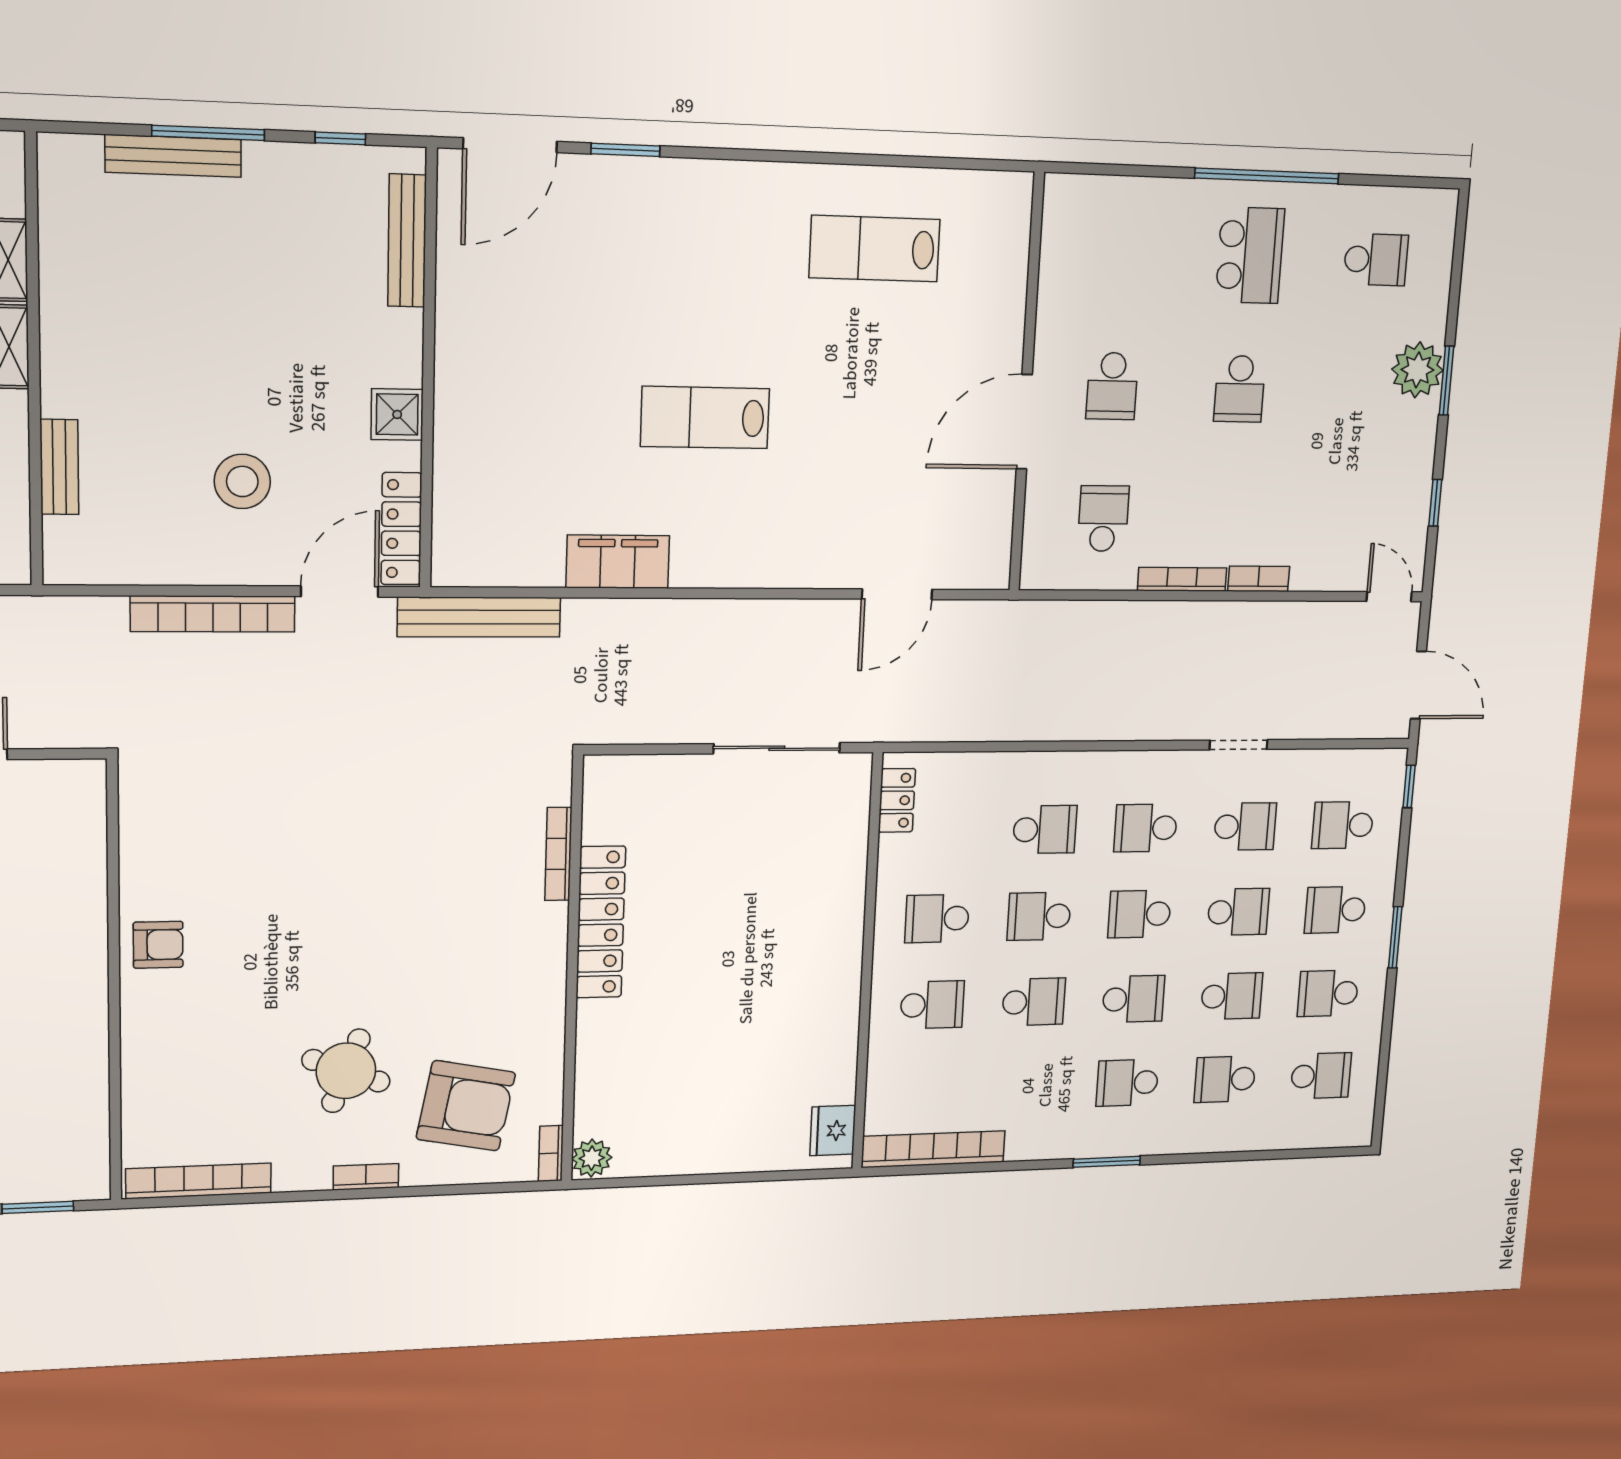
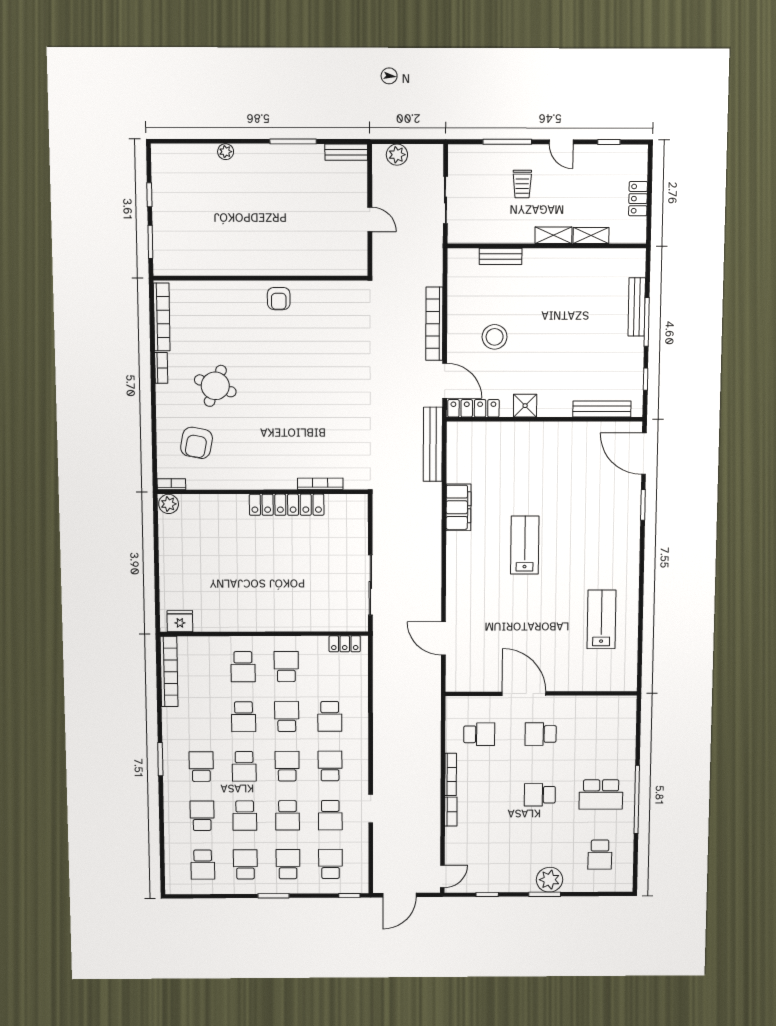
armchair: (466, 1106) -> (197, 443), width x0.73, depth x0.73
bookcase: (366, 1177) -> (161, 368), moved

